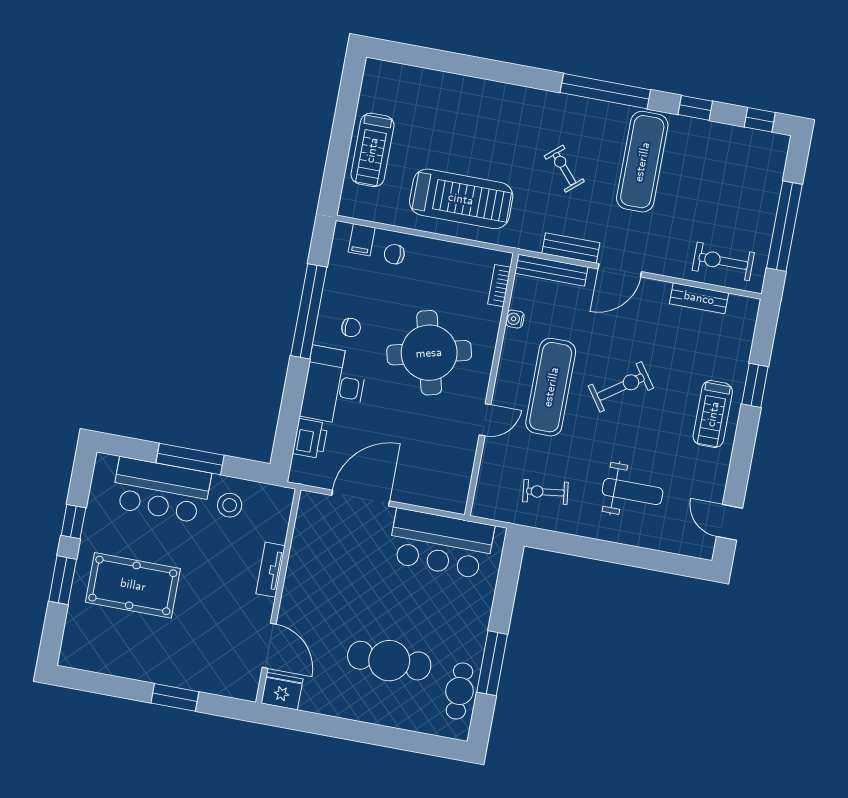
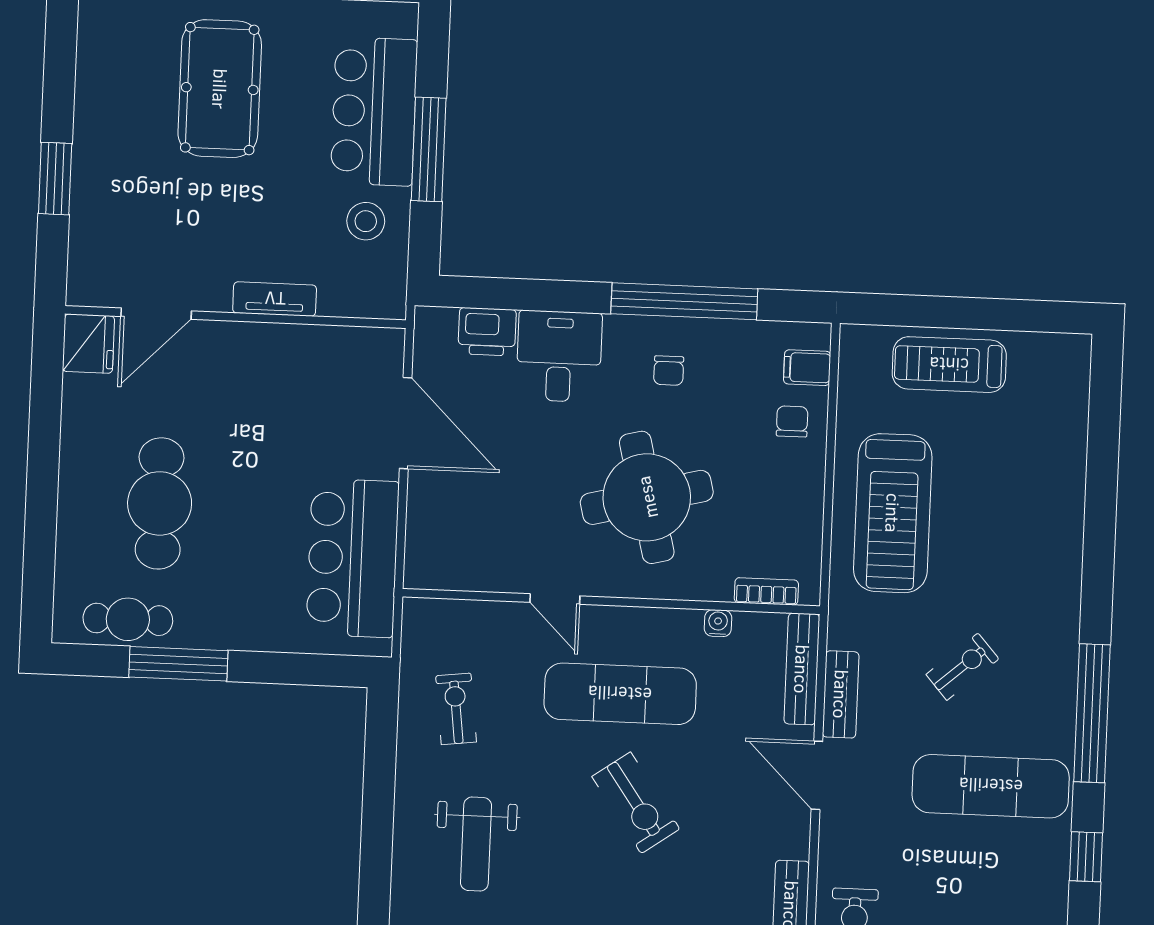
desk: (334, 386) -> (559, 356), width x0.73

